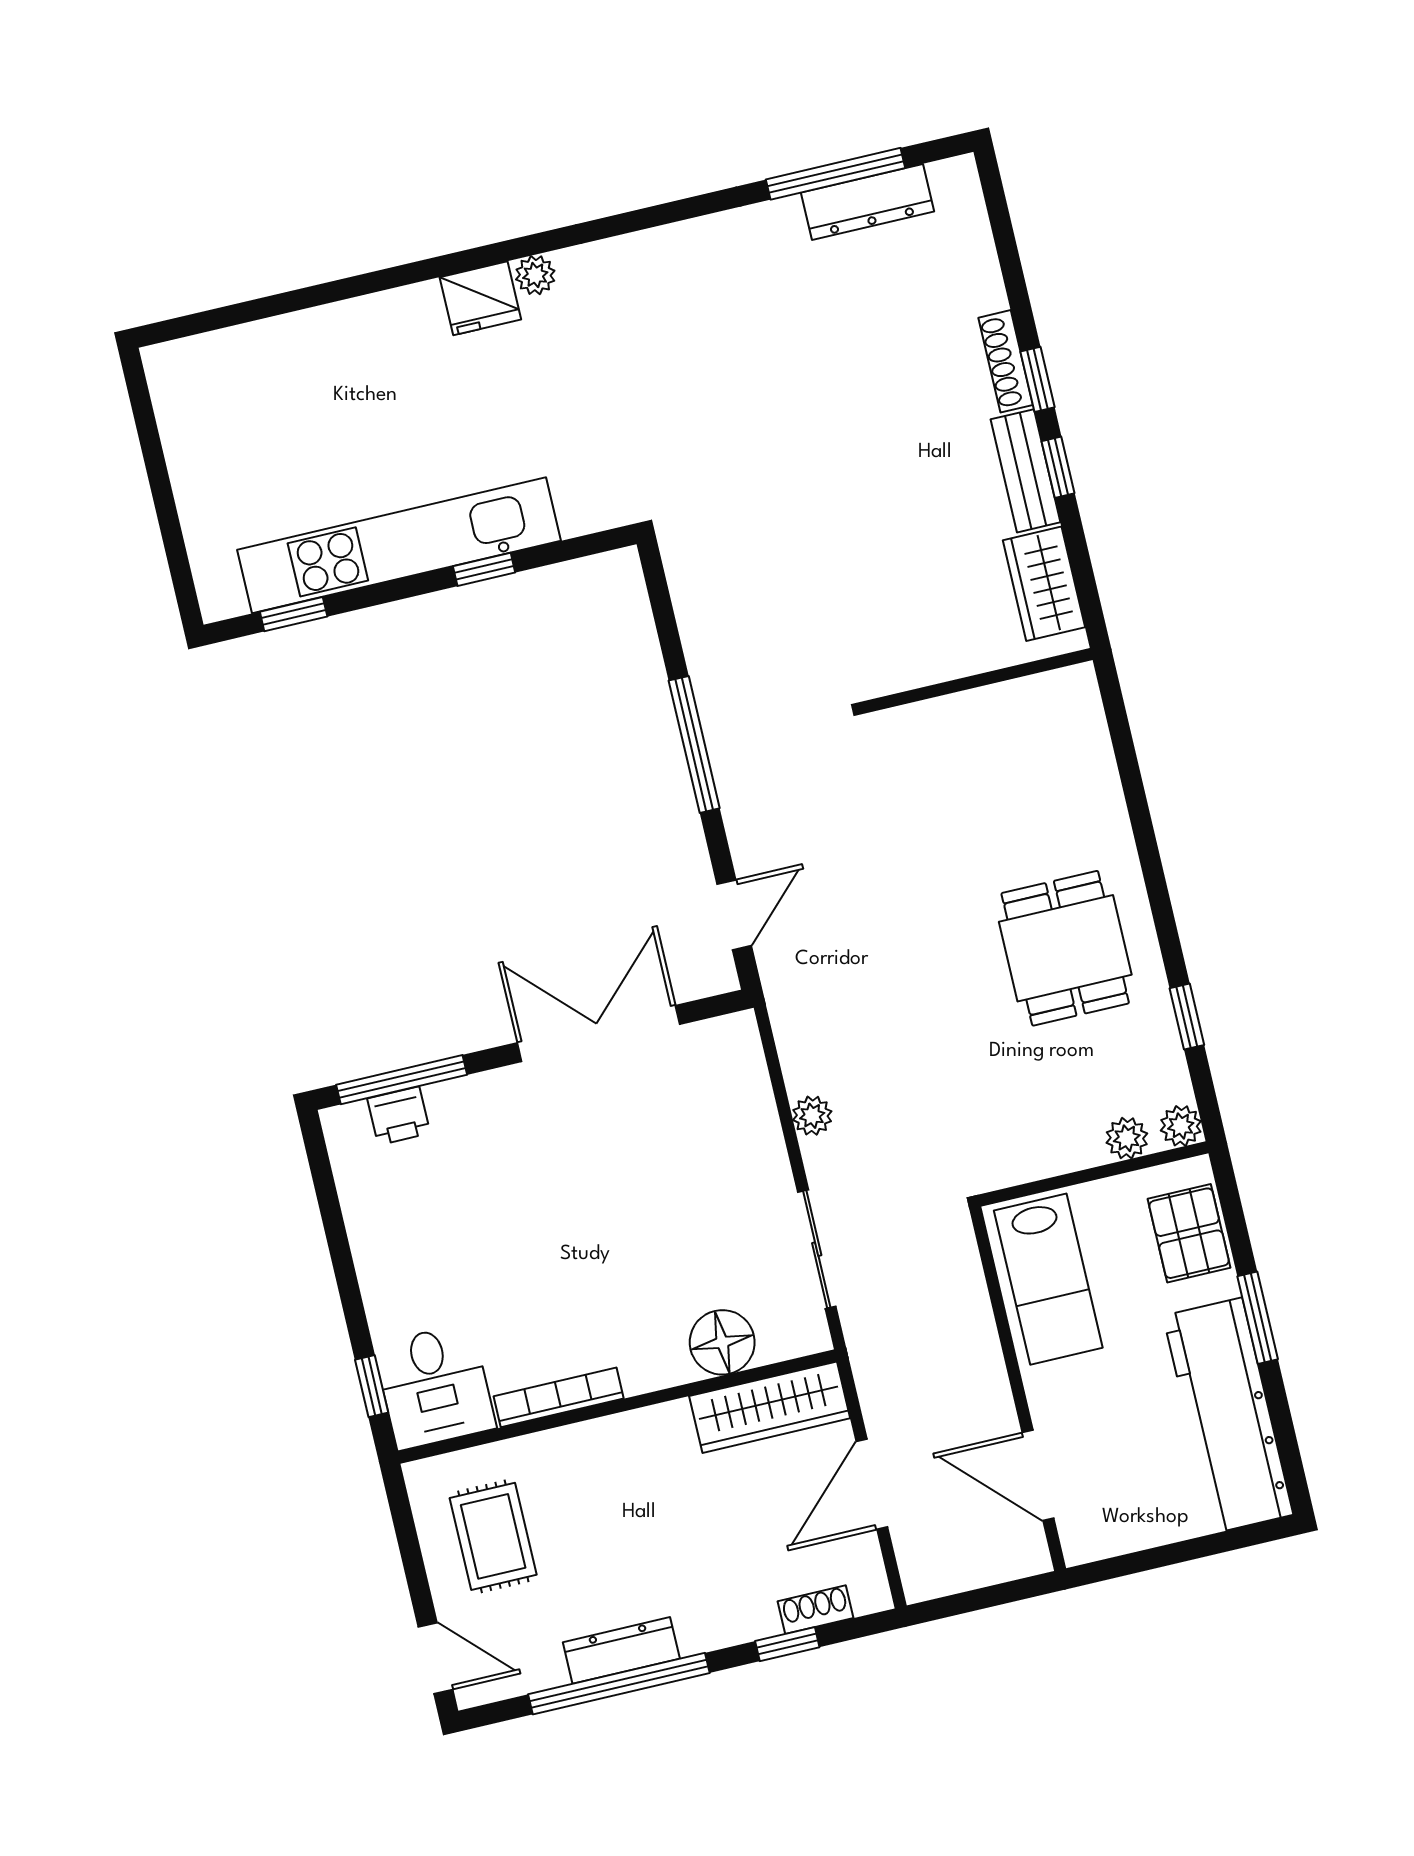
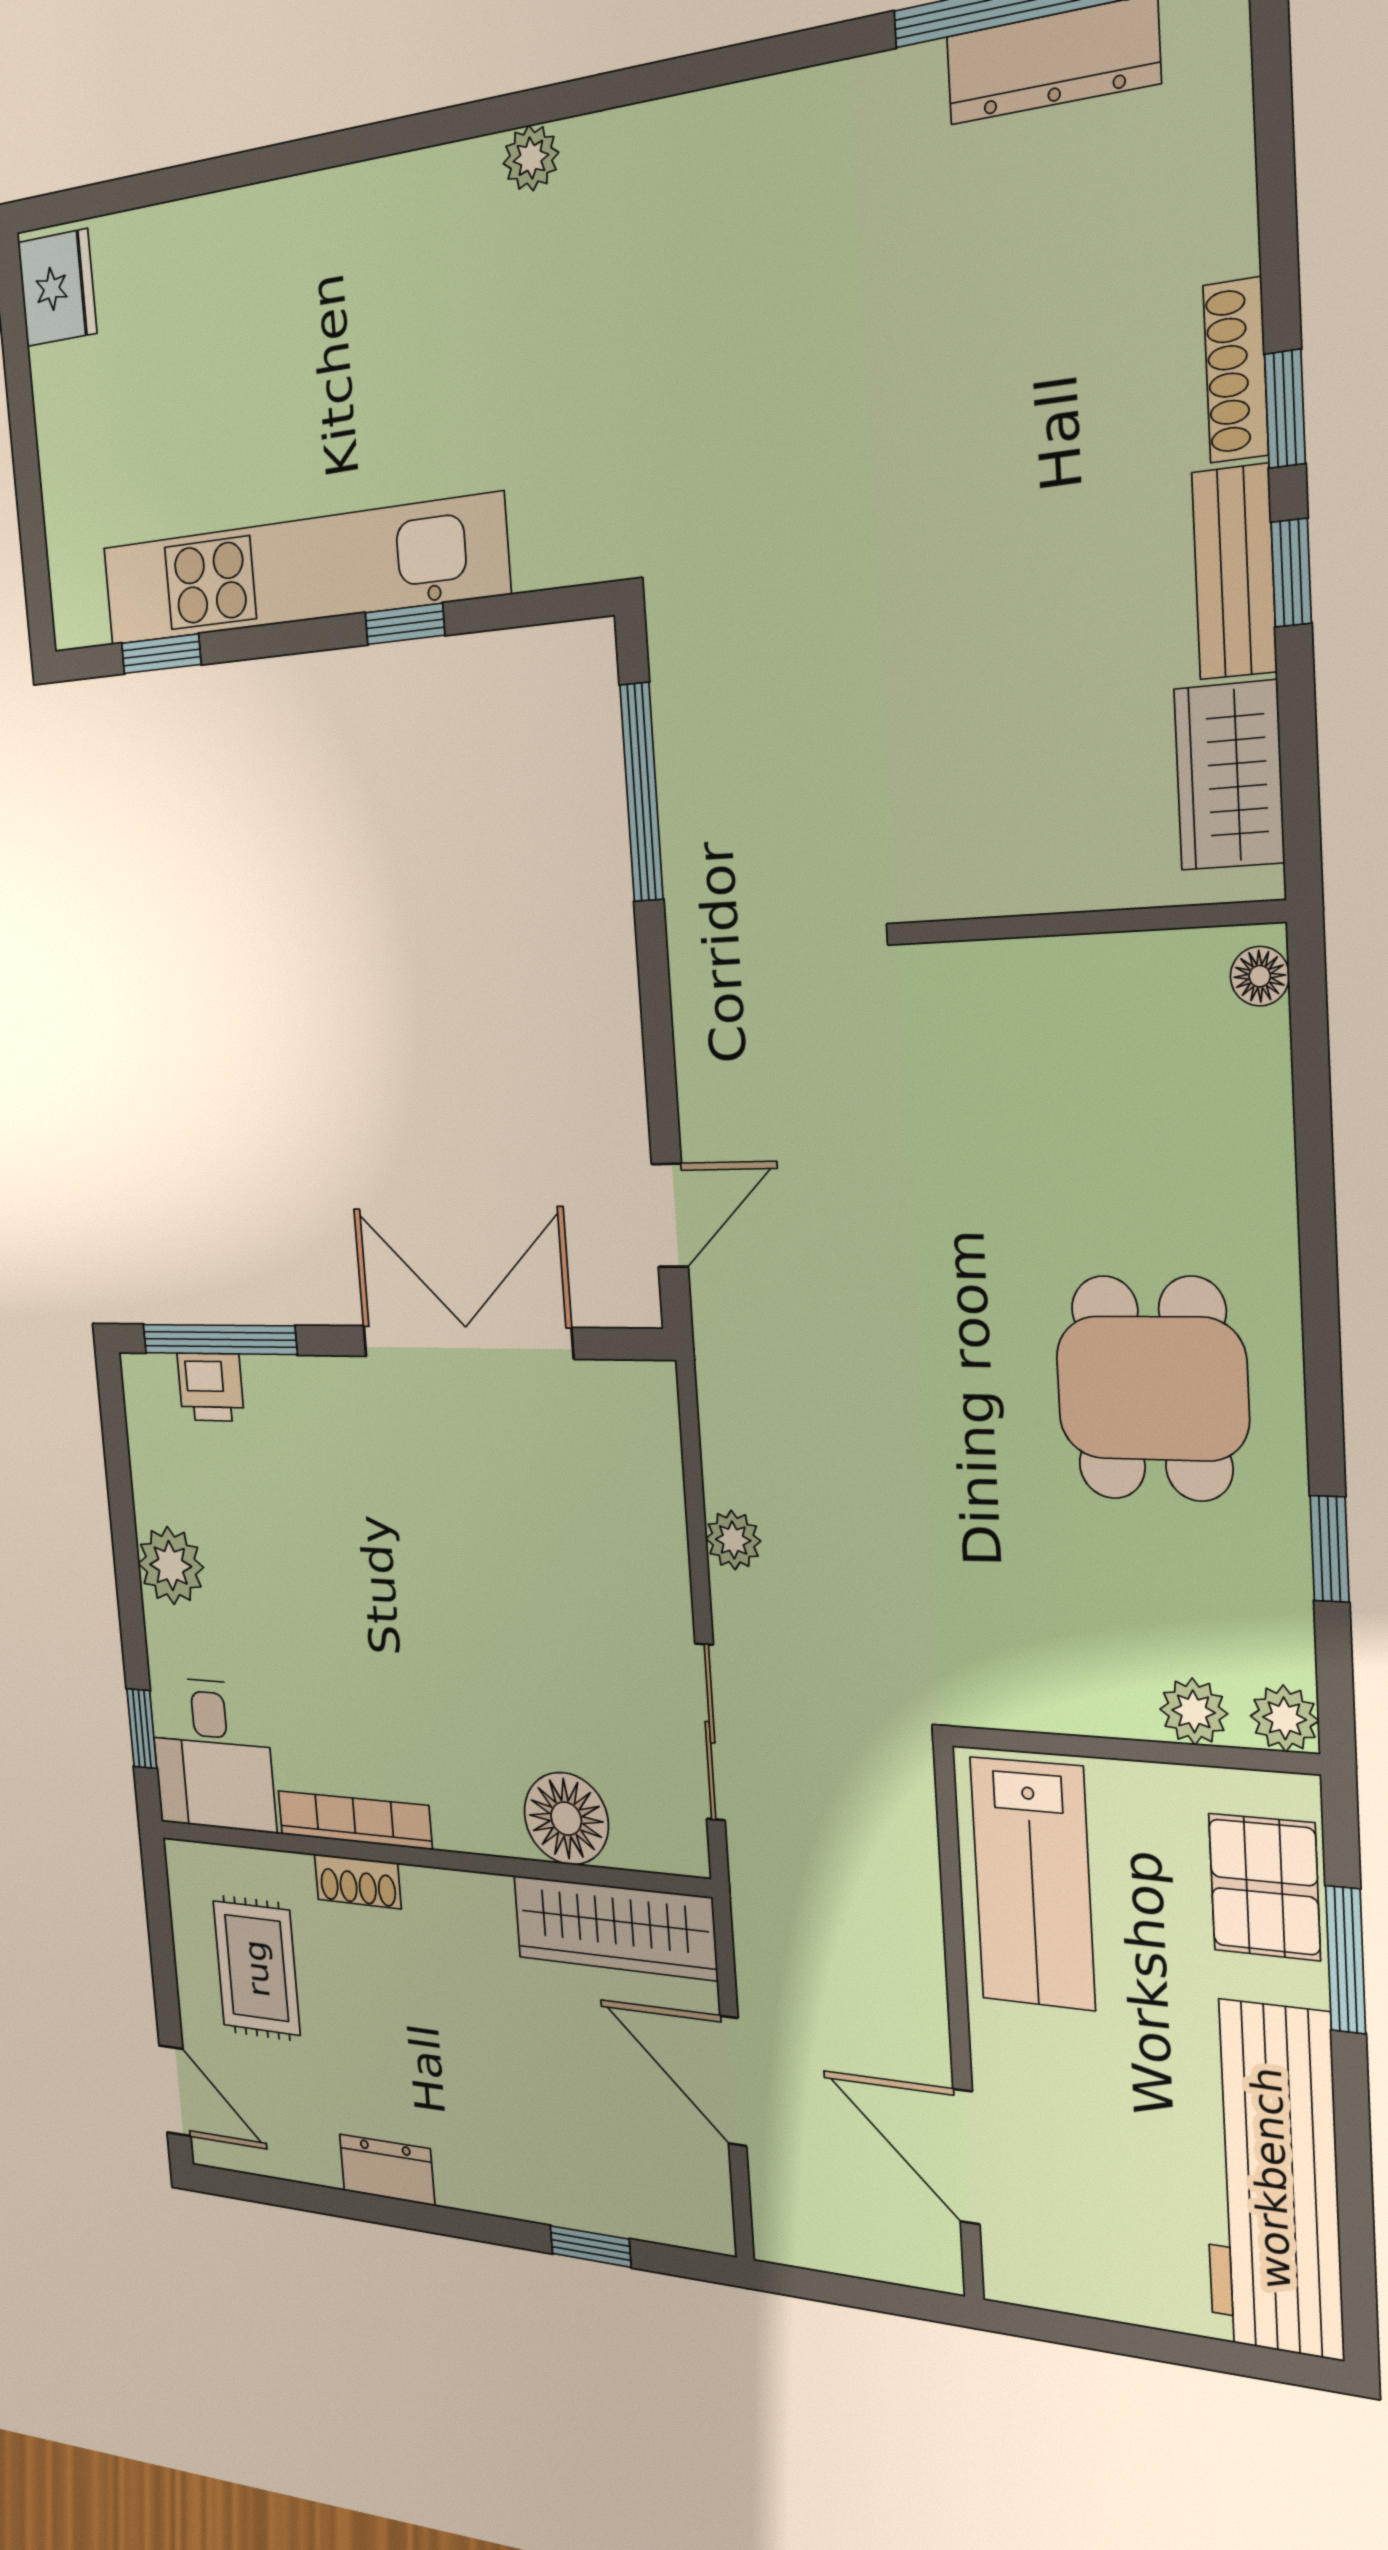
fridge: (480, 298) -> (57, 288), moved, turned -90
floor lamp: (1083, 694) -> (1260, 976), added
window: (694, 744) -> (642, 792), moved
plant: (381, 1256) -> (171, 1566), added
window: (1258, 1318) -> (1346, 1960), moved
door: (872, 1484) -> (733, 2081), hinge flipped
shoe rack: (816, 1610) -> (358, 1881), moved, turned 180
dresser: (621, 1650) -> (387, 2170), width x0.70
window: (619, 1684) -> (379, 2210), removed

